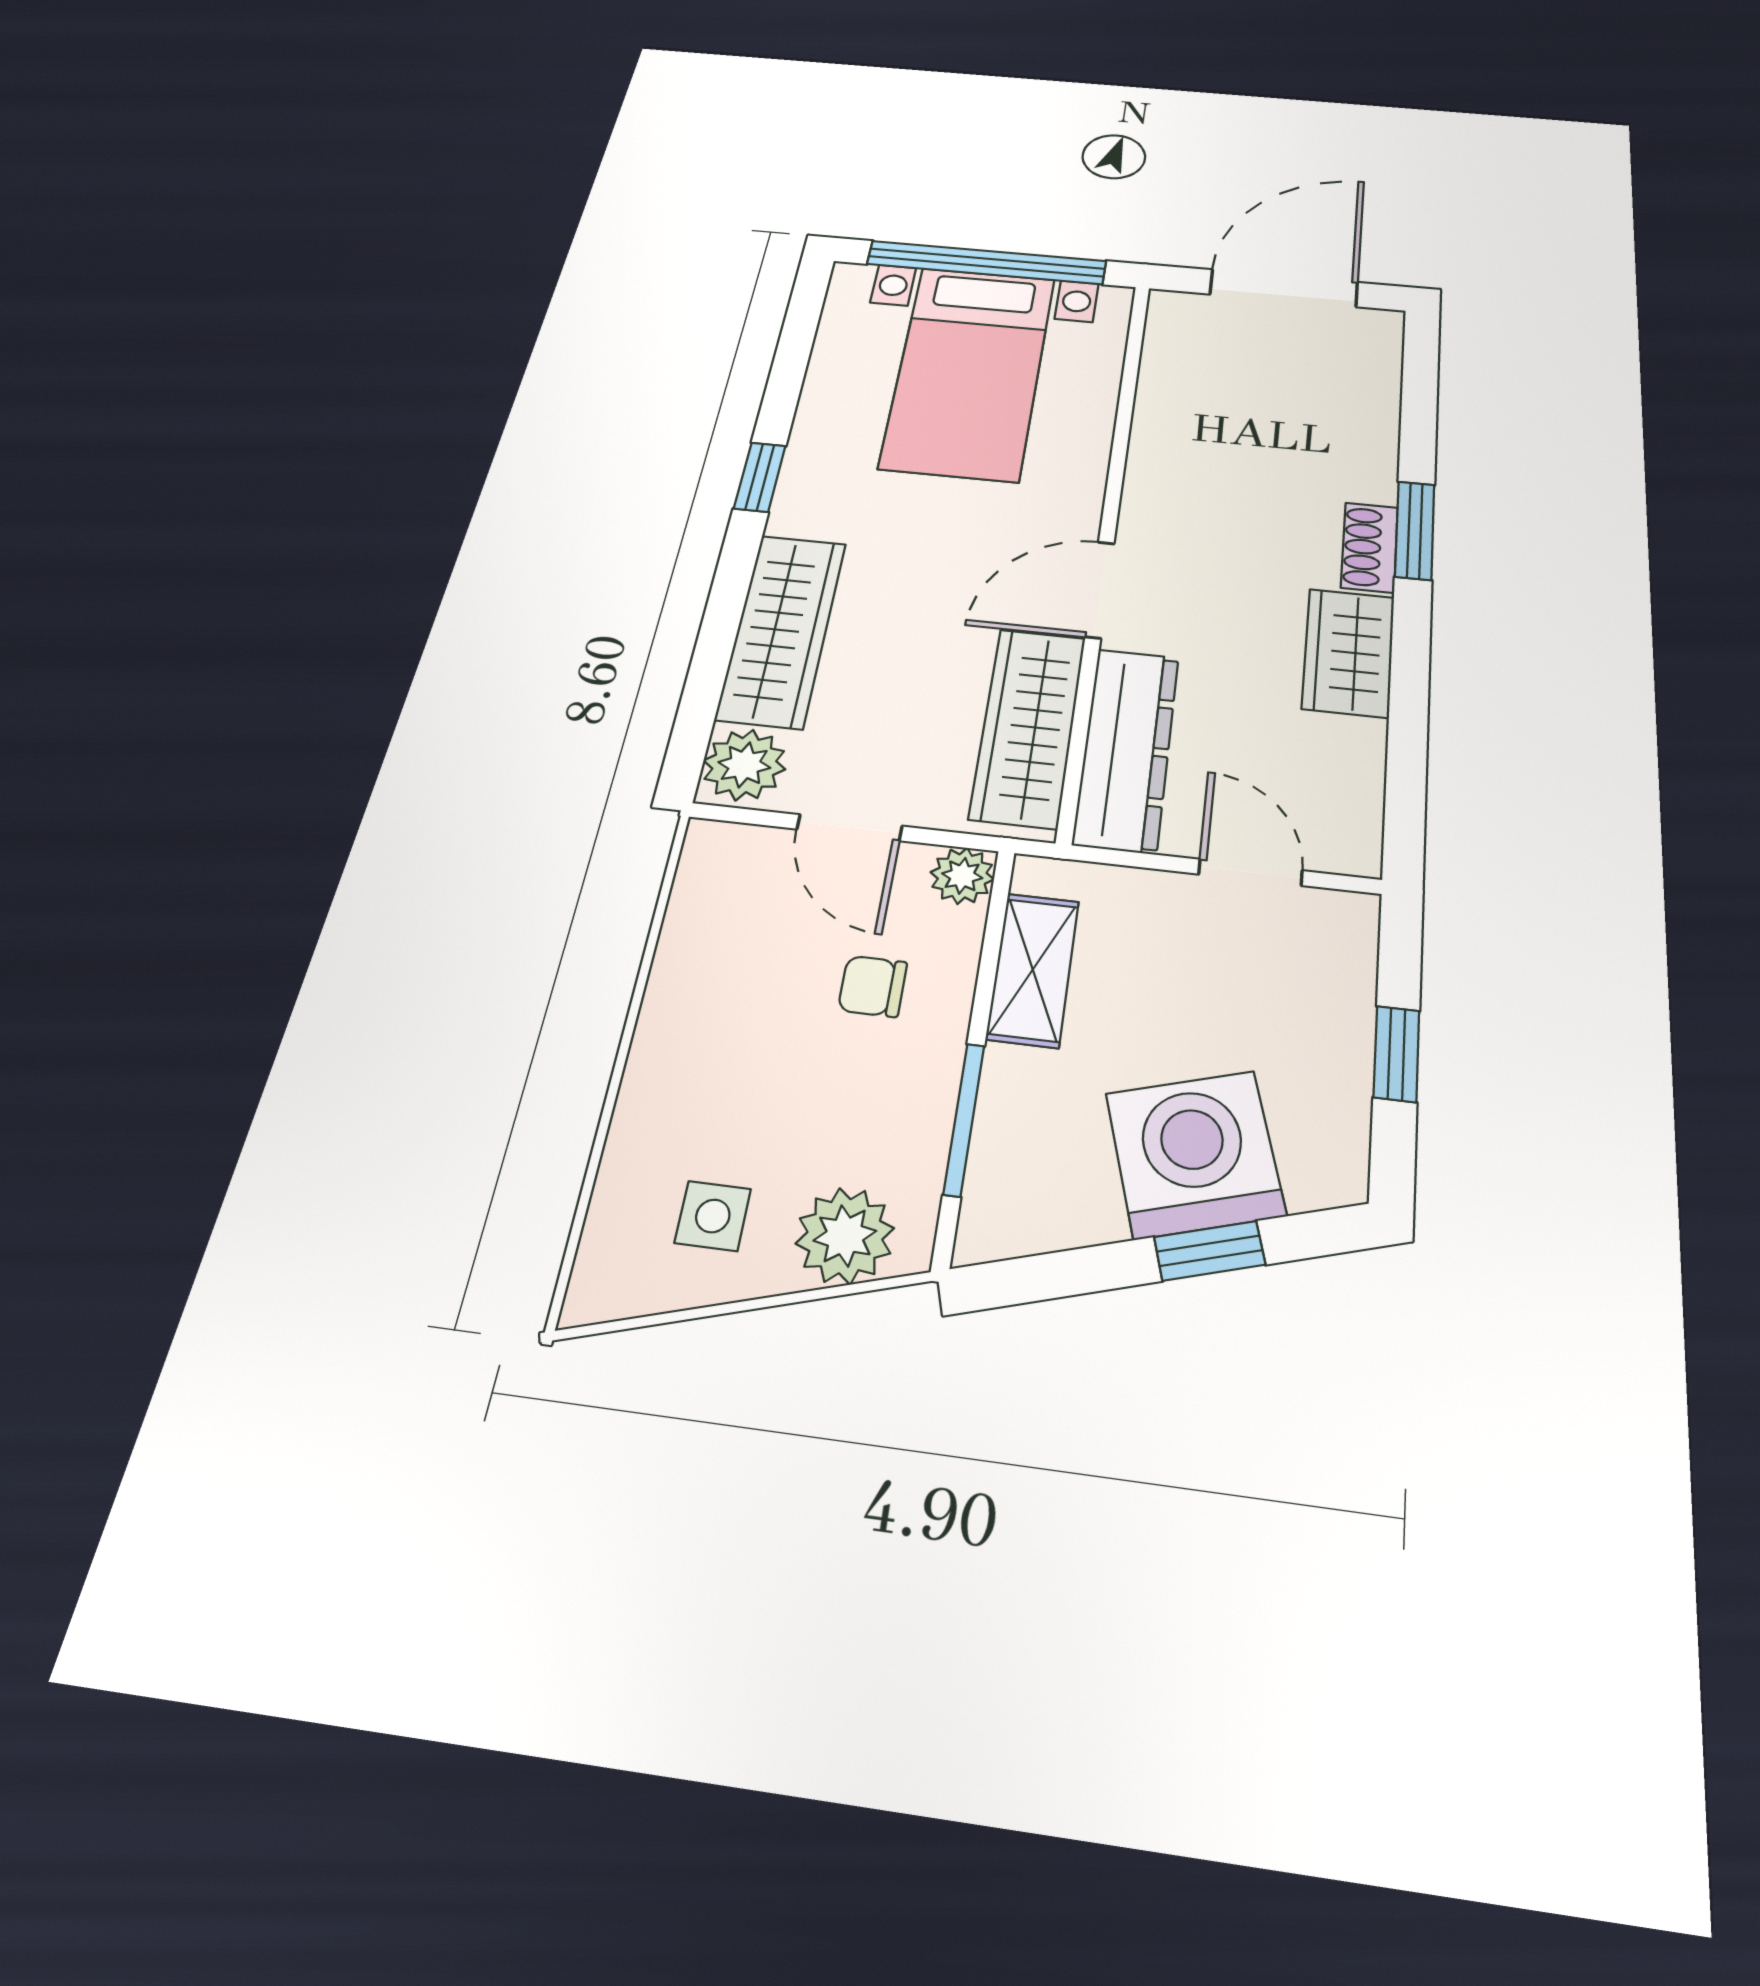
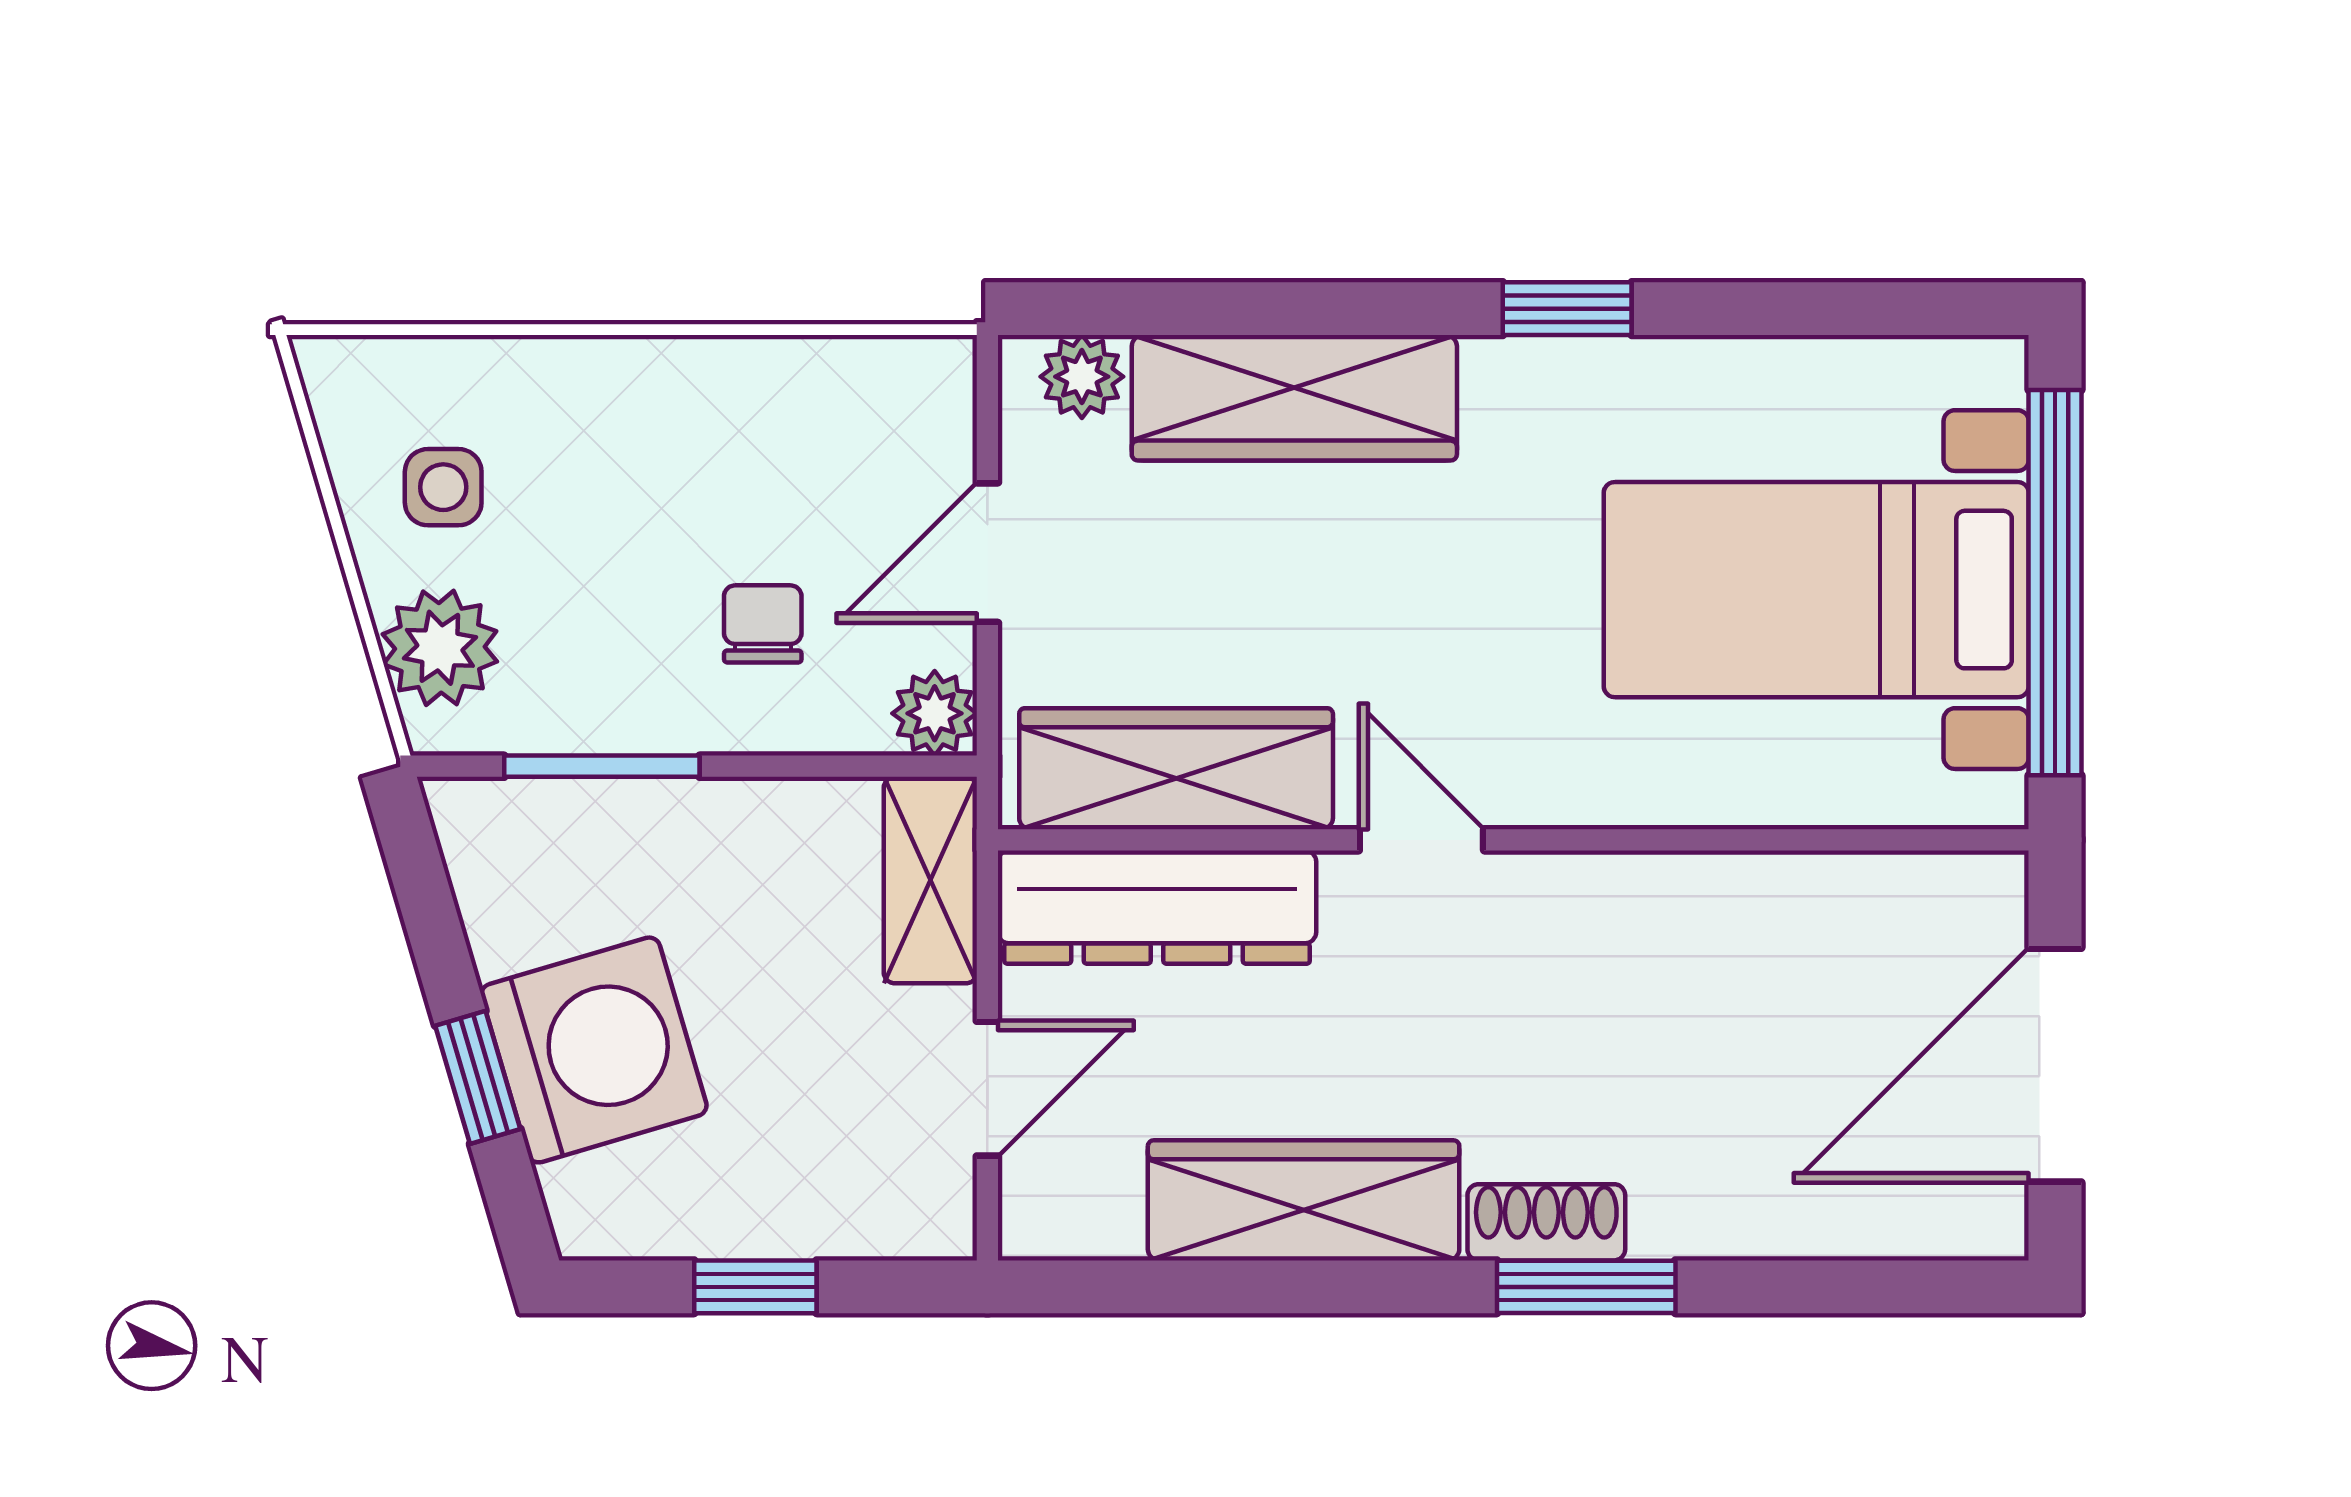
door: (1284, 288) -> (2055, 1065), swing flipped
door: (1100, 590) -> (1421, 840), width x0.73
wardrobe: (1349, 652) -> (1304, 1200), width x1.50
plant: (744, 765) -> (1082, 377), width x0.73, depth x0.73
shelving: (1033, 969) -> (930, 880), moved, turned 90

